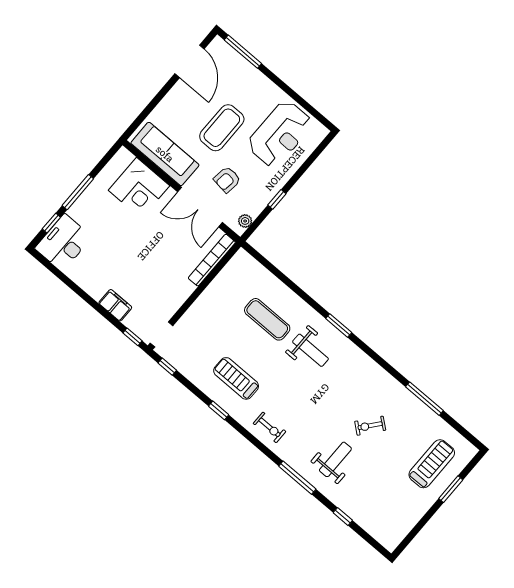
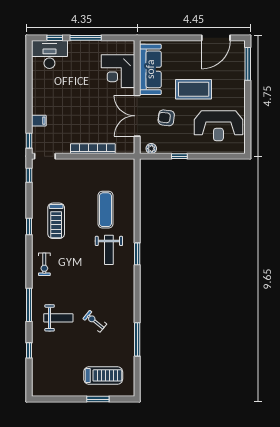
bookcase: (212, 260) -> (93, 149), moved
filing cabinet: (115, 305) -> (39, 121), width x0.50
treadmill: (236, 378) -> (56, 221), turned 180

